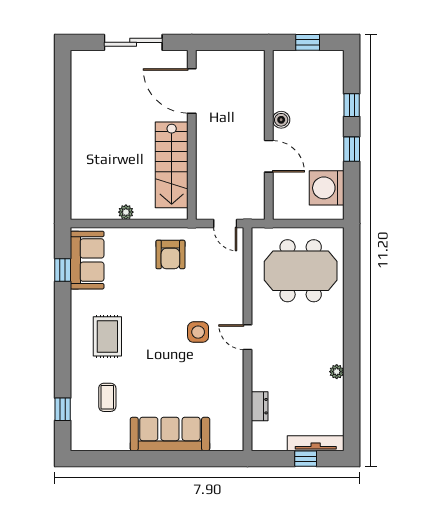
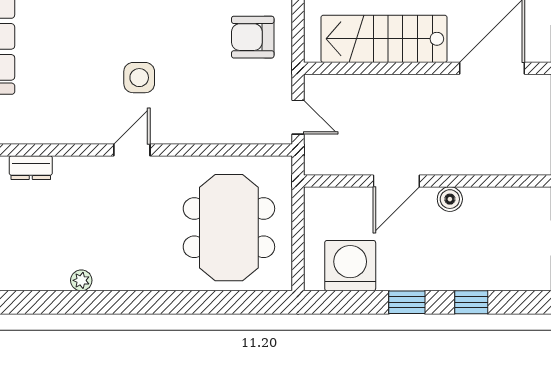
door: (225, 223) -> (298, 117), swing flipped

